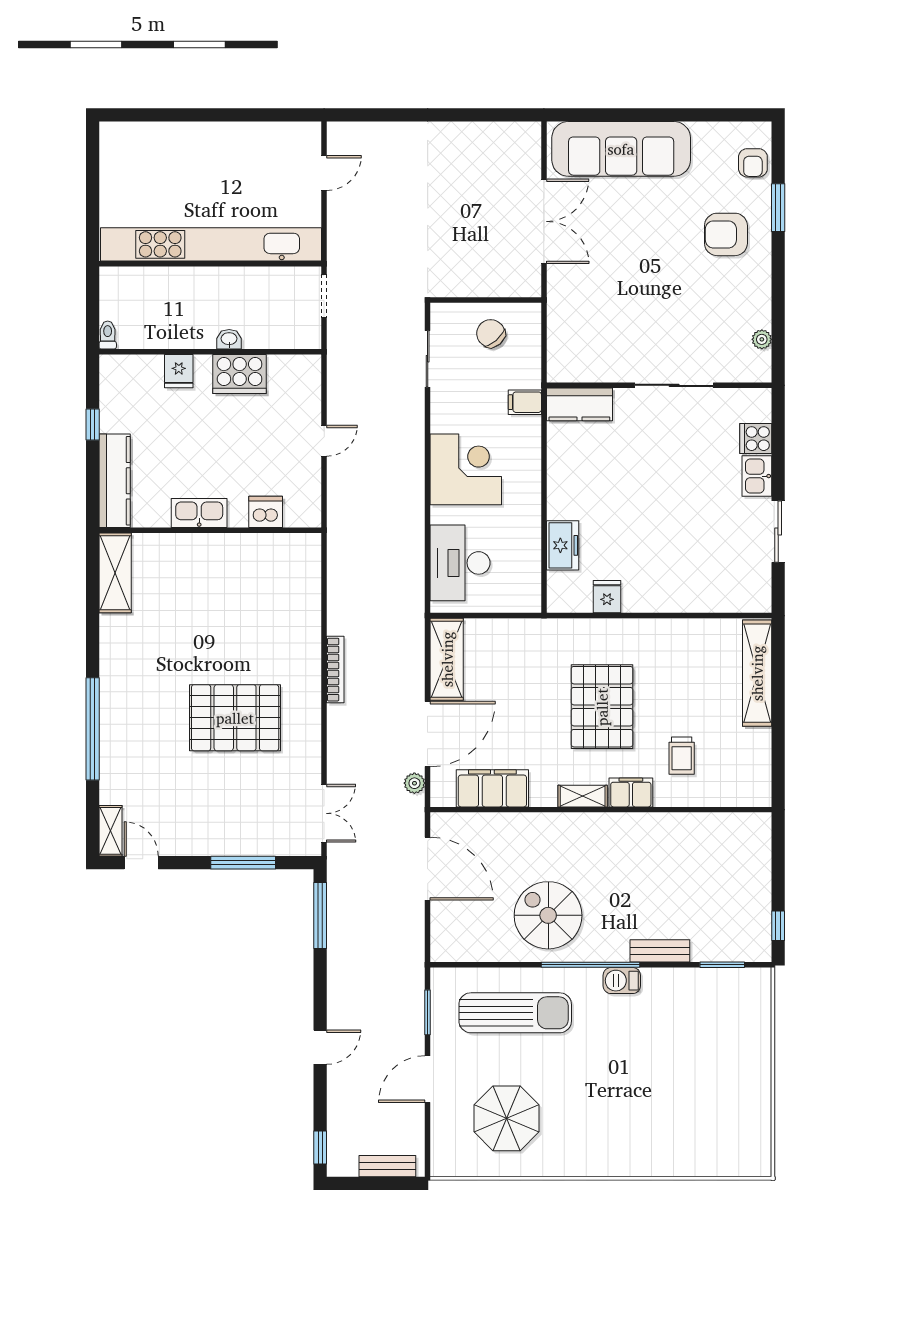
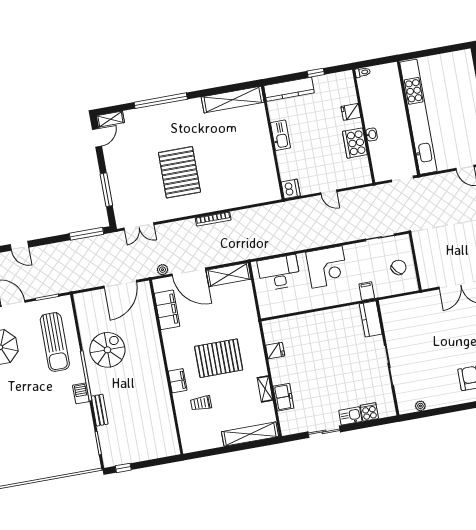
dishwasher: (266, 512) -> (291, 189), moved
freezer: (563, 545) -> (283, 397), moved, turned -90
shelving: (115, 573) -> (233, 100), width x1.47
shelving: (583, 796) -> (265, 389), moved

